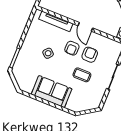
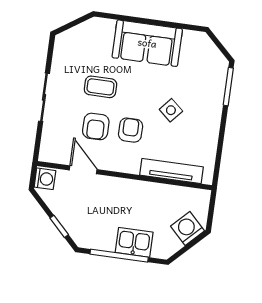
door: (85, 27) -> (83, 170), moved

